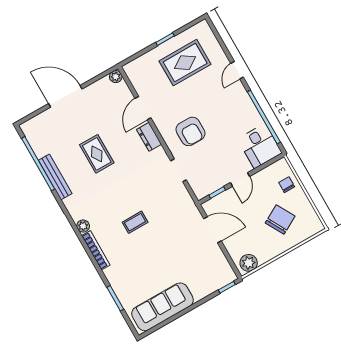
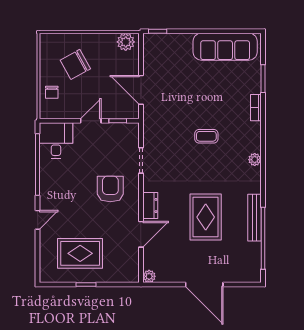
rug: (97, 154) -> (206, 217), width x1.36, depth x1.43
bookcase: (96, 250) -> (256, 108), moved, width x0.64

